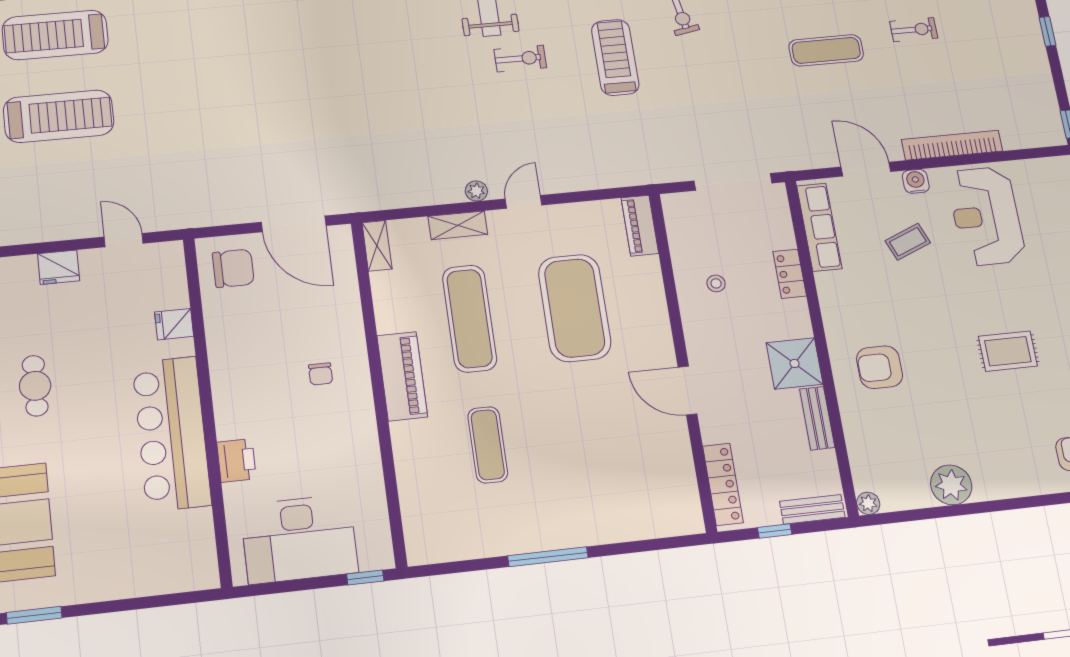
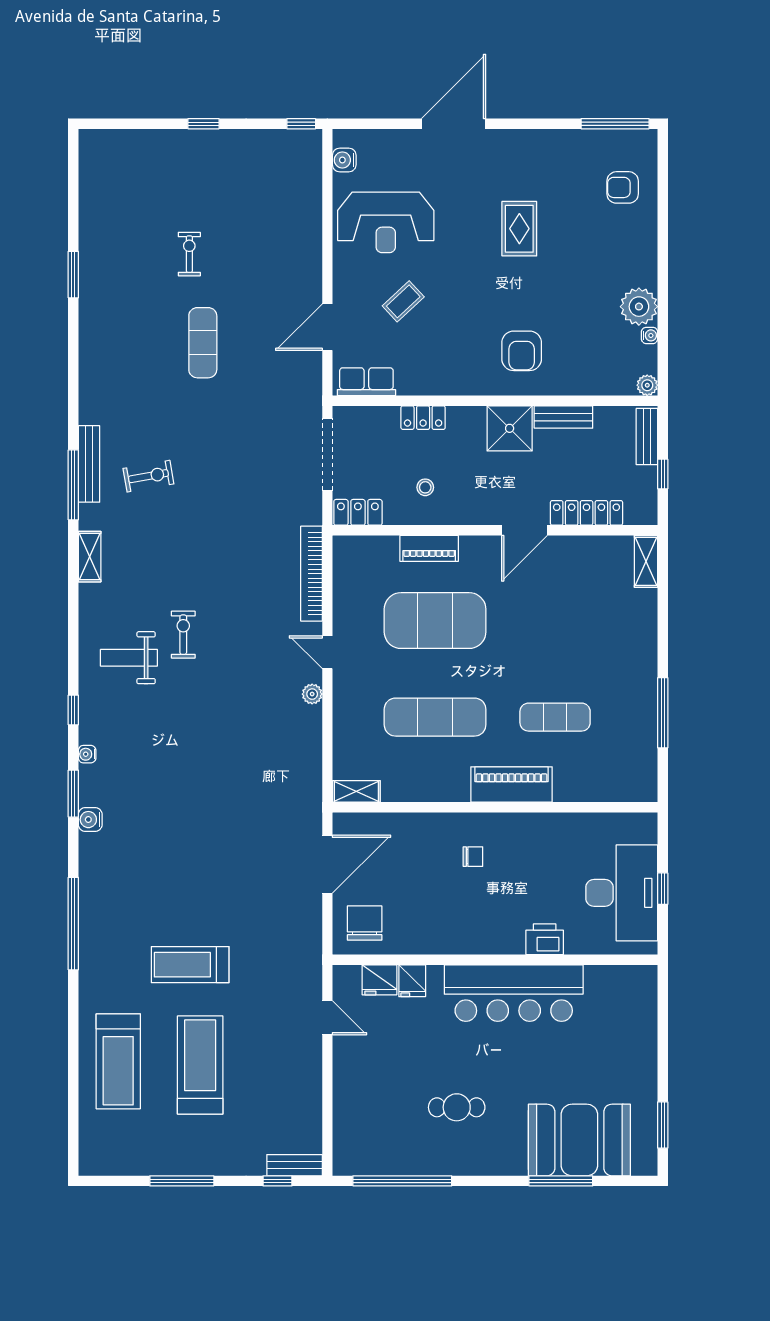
treadmill: (615, 57) -> (190, 965), moved
bookcase: (952, 145) -> (311, 574), moved
water cooler: (916, 181) -> (344, 160), moved
locker: (678, 218) -> (358, 512), added
shelving: (458, 225) -> (646, 561), moved
piano: (640, 226) -> (429, 548), moved
row of seats: (819, 227) -> (366, 382), width x0.68
door: (124, 240) -> (327, 1018), swing flipped
coffee table: (908, 242) -> (403, 301), turned 69
fridge: (59, 267) -> (379, 980), moved, turned 90
piano: (402, 376) -> (512, 785), moved
locker: (723, 484) -> (587, 513), moved
water cooler: (922, 500) -> (650, 335), added
window: (548, 557) -> (663, 713), moved
window: (365, 578) -> (663, 889), moved

